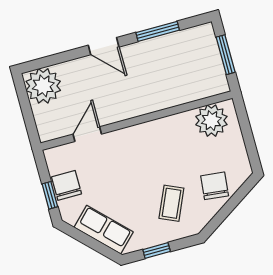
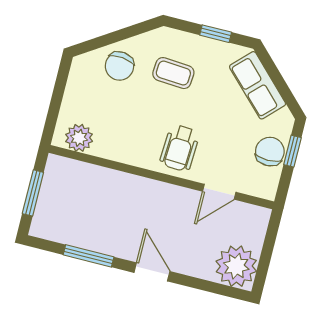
plant: (211, 121) -> (79, 138), width x0.73, depth x0.73
wheelchair: (135, 150) -> (180, 148), added
chair: (67, 185) -> (270, 152), turned 180
coffee table: (171, 203) -> (173, 73), turned 70

